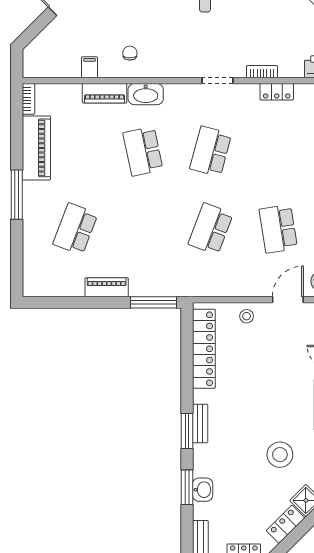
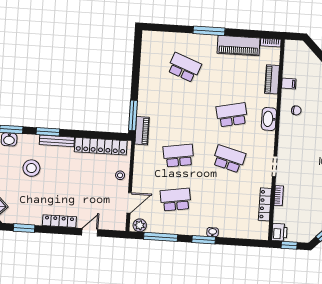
locker: (277, 92) -> (265, 204), width x1.53
piano: (105, 93) -> (272, 79), moved
school desk: (211, 229) -> (178, 156), turned -30
piano: (107, 287) -> (142, 131), moved
door: (288, 300) -> (129, 203), hinge flipped
bench: (200, 424) -> (57, 141), width x1.36
stool: (280, 455) -> (31, 168), moved

